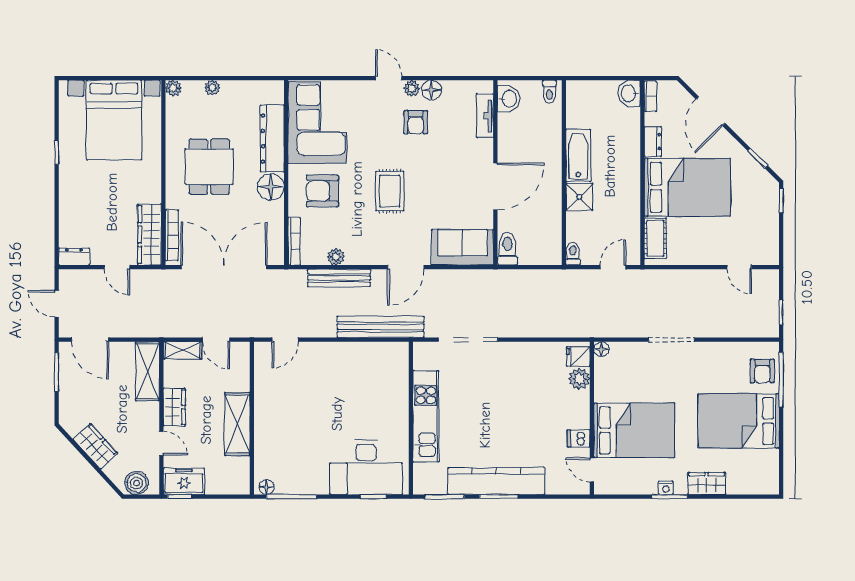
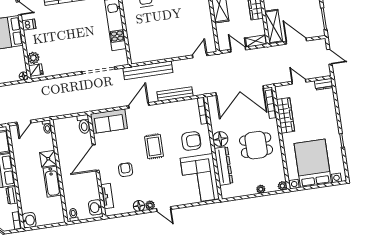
armchair: (416, 122) -> (126, 170), moved
dining table: (209, 167) -> (256, 145), turned 90
wardrobe: (150, 235) -> (286, 115), moved
plant: (336, 257) -> (178, 105), removed
door: (90, 340) -> (296, 41), moved

